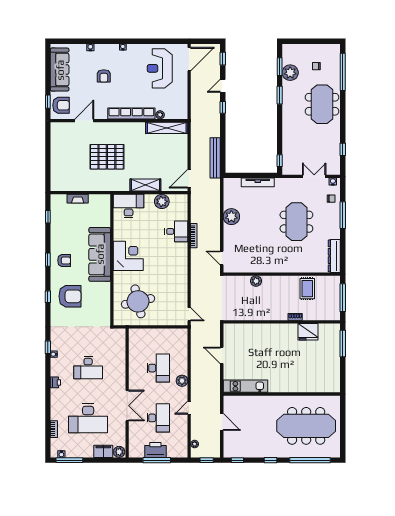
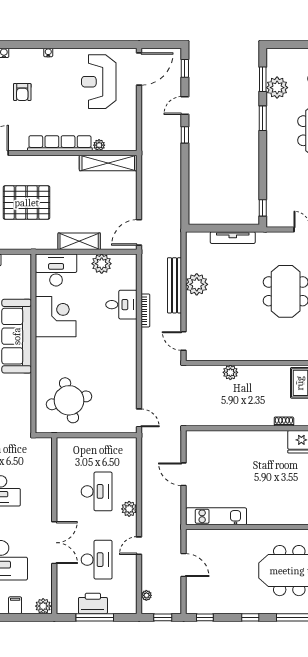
bench: (215, 158) -> (175, 285), moved
corner desk: (128, 256) -> (56, 317), moved
filing cabinet: (103, 451) -> (15, 605), width x0.50

